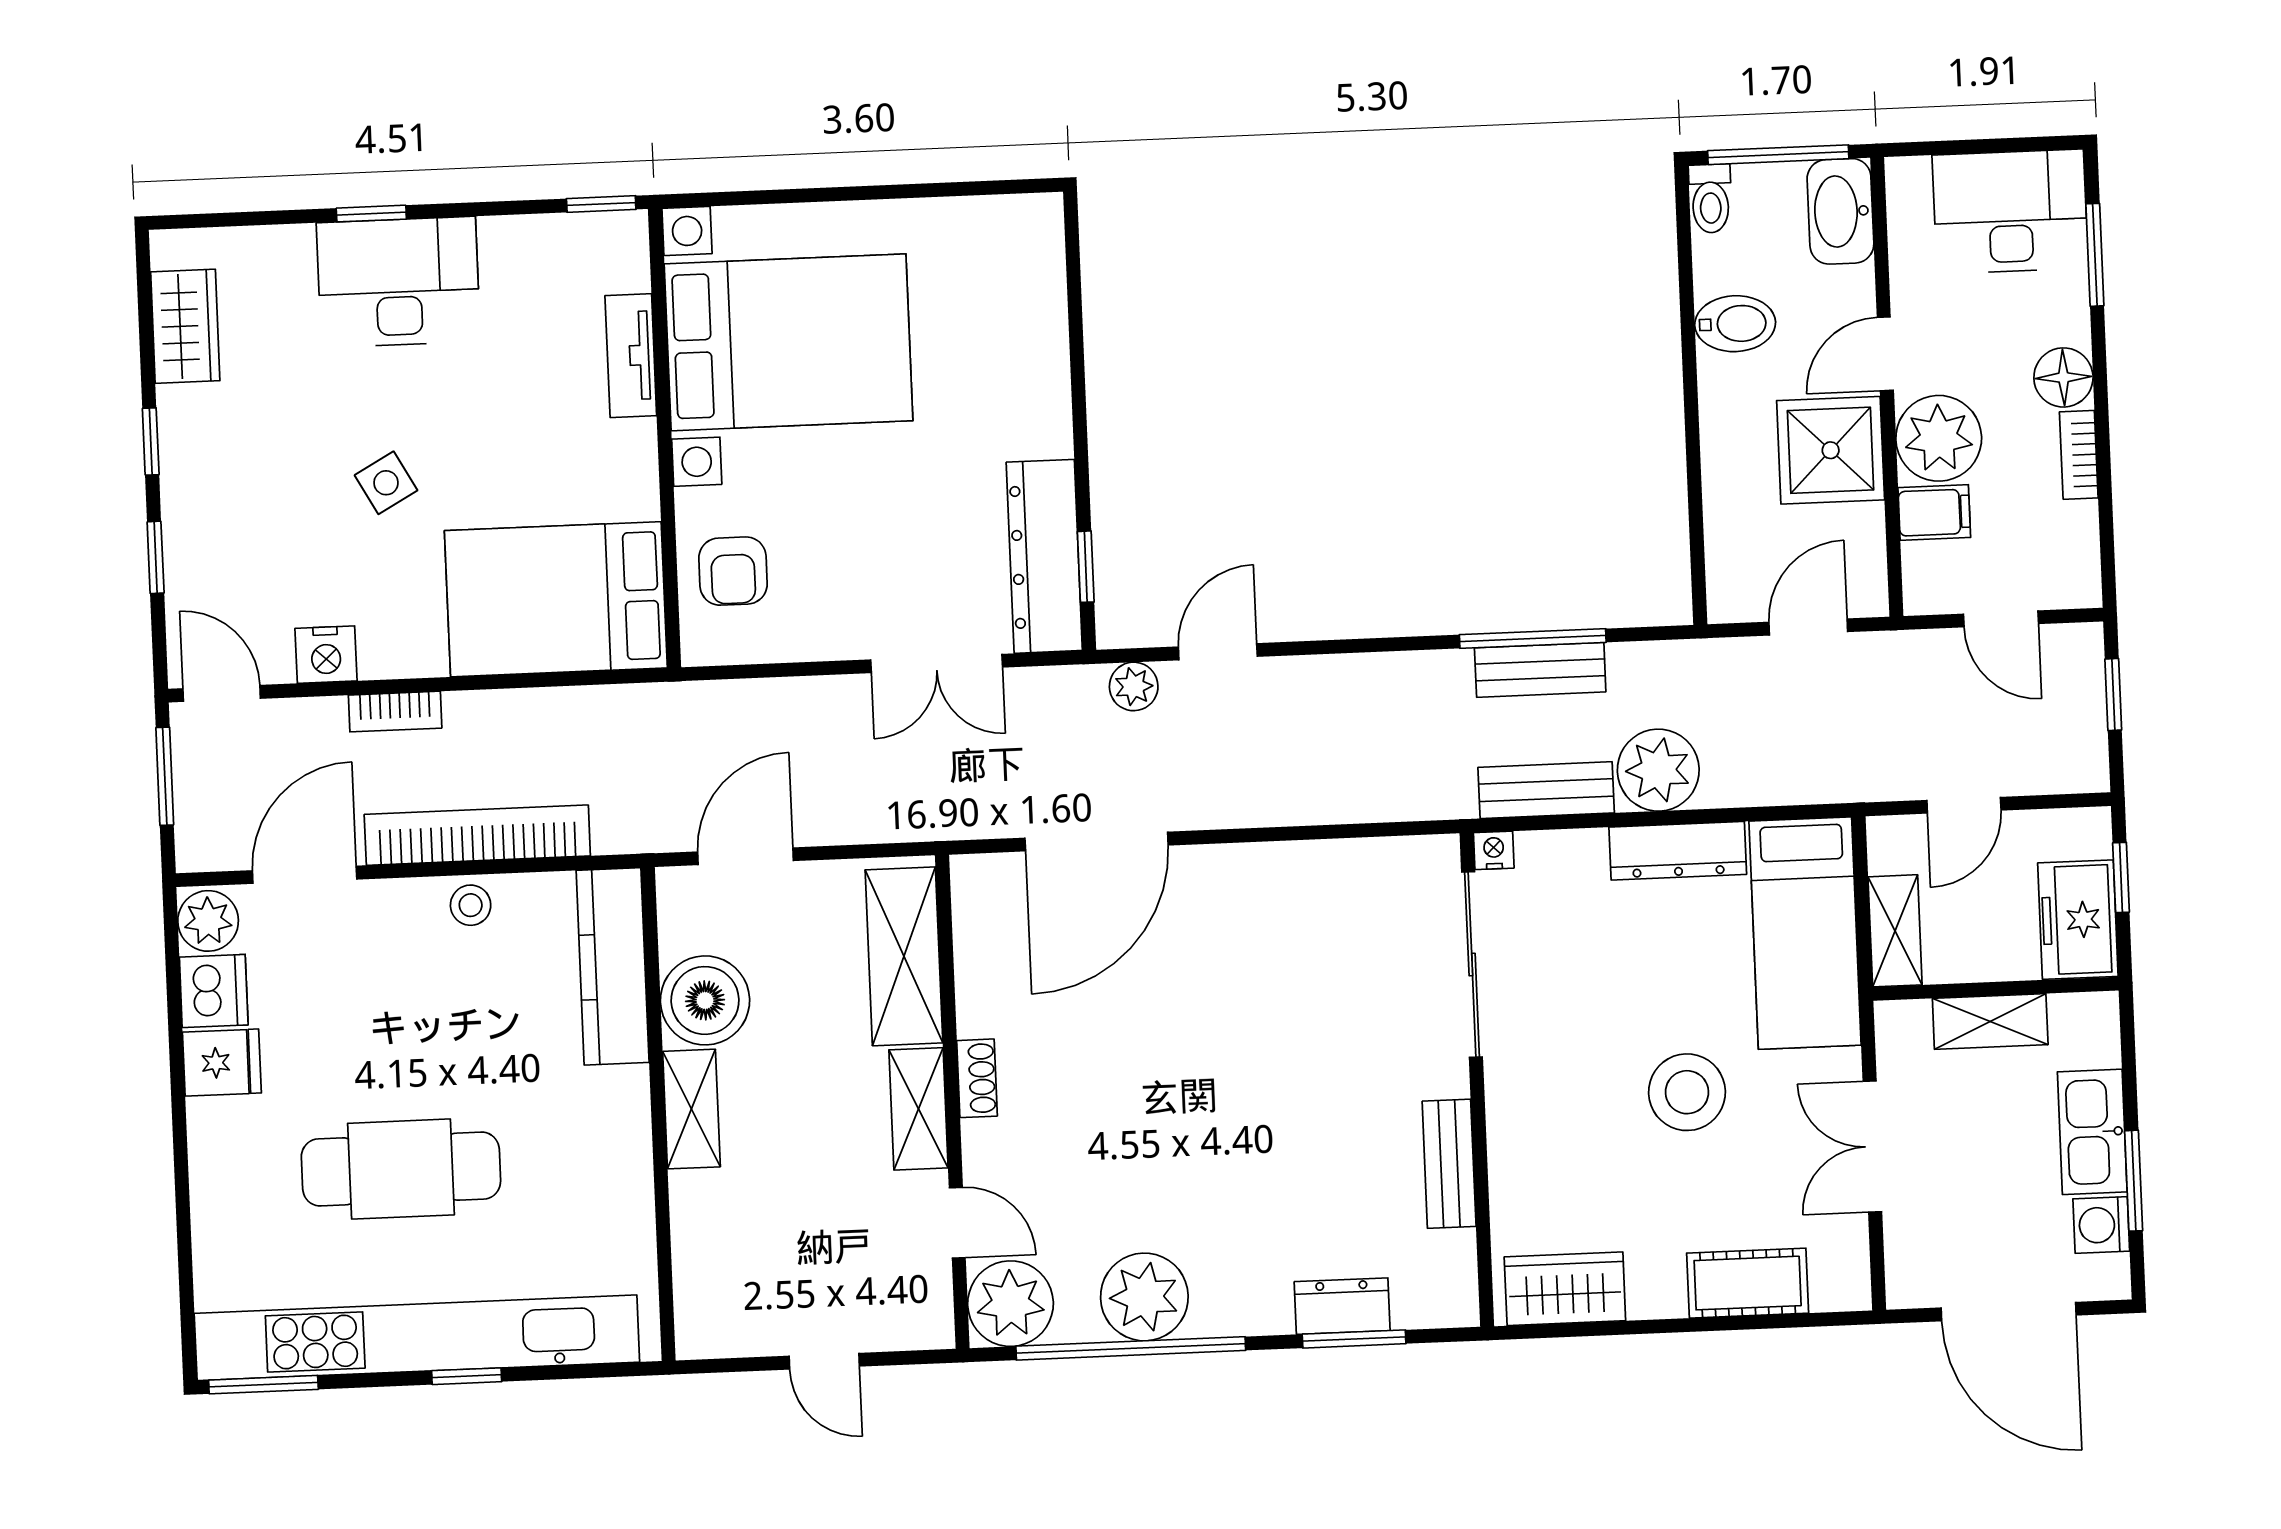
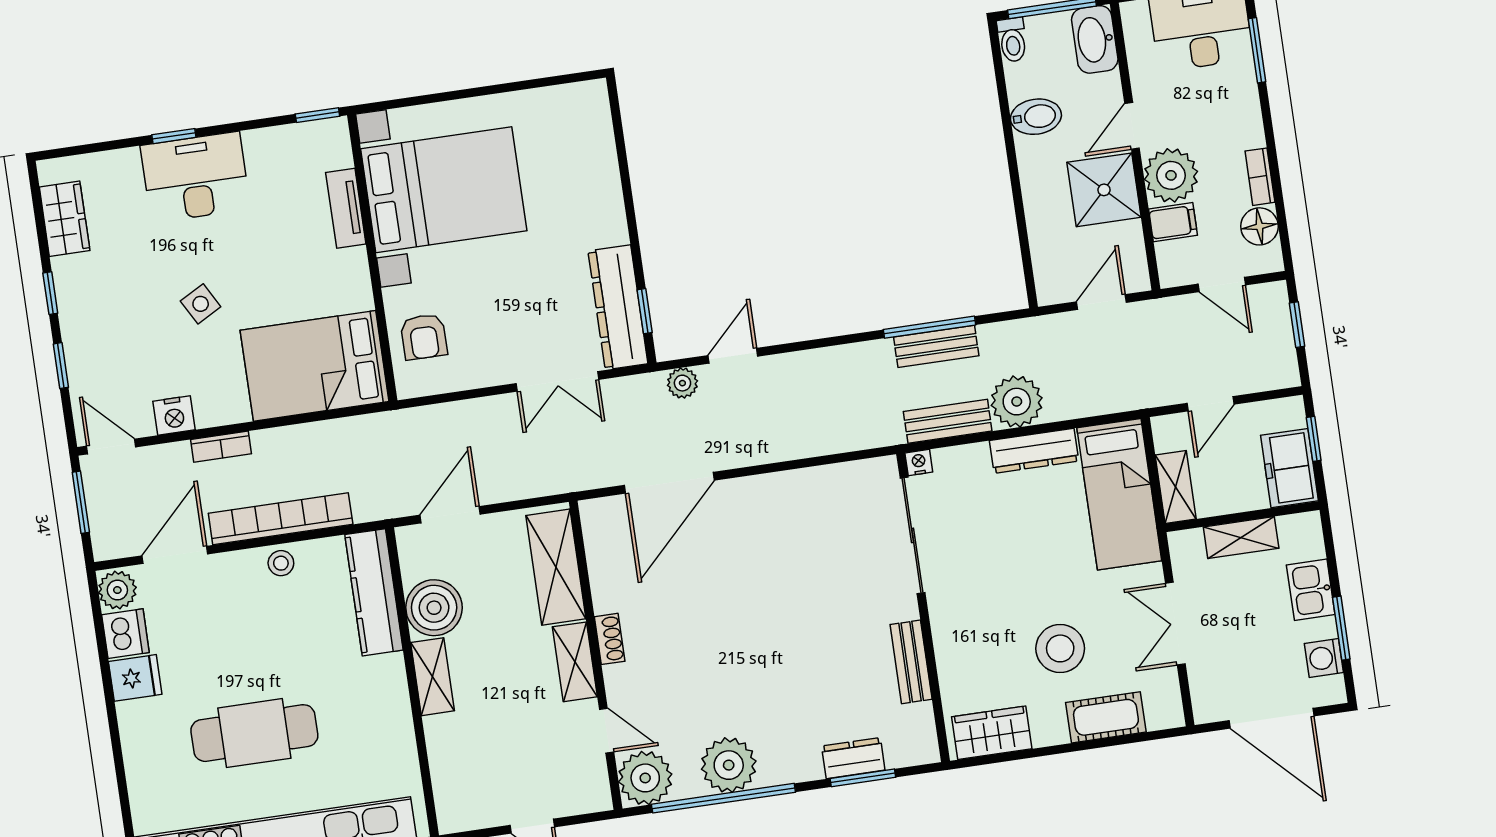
floor lamp: (2063, 377) -> (1259, 226), moved
stool: (1687, 1092) -> (1060, 648), moved
kitchen sink: (2092, 1132) -> (1311, 590), width x0.73

